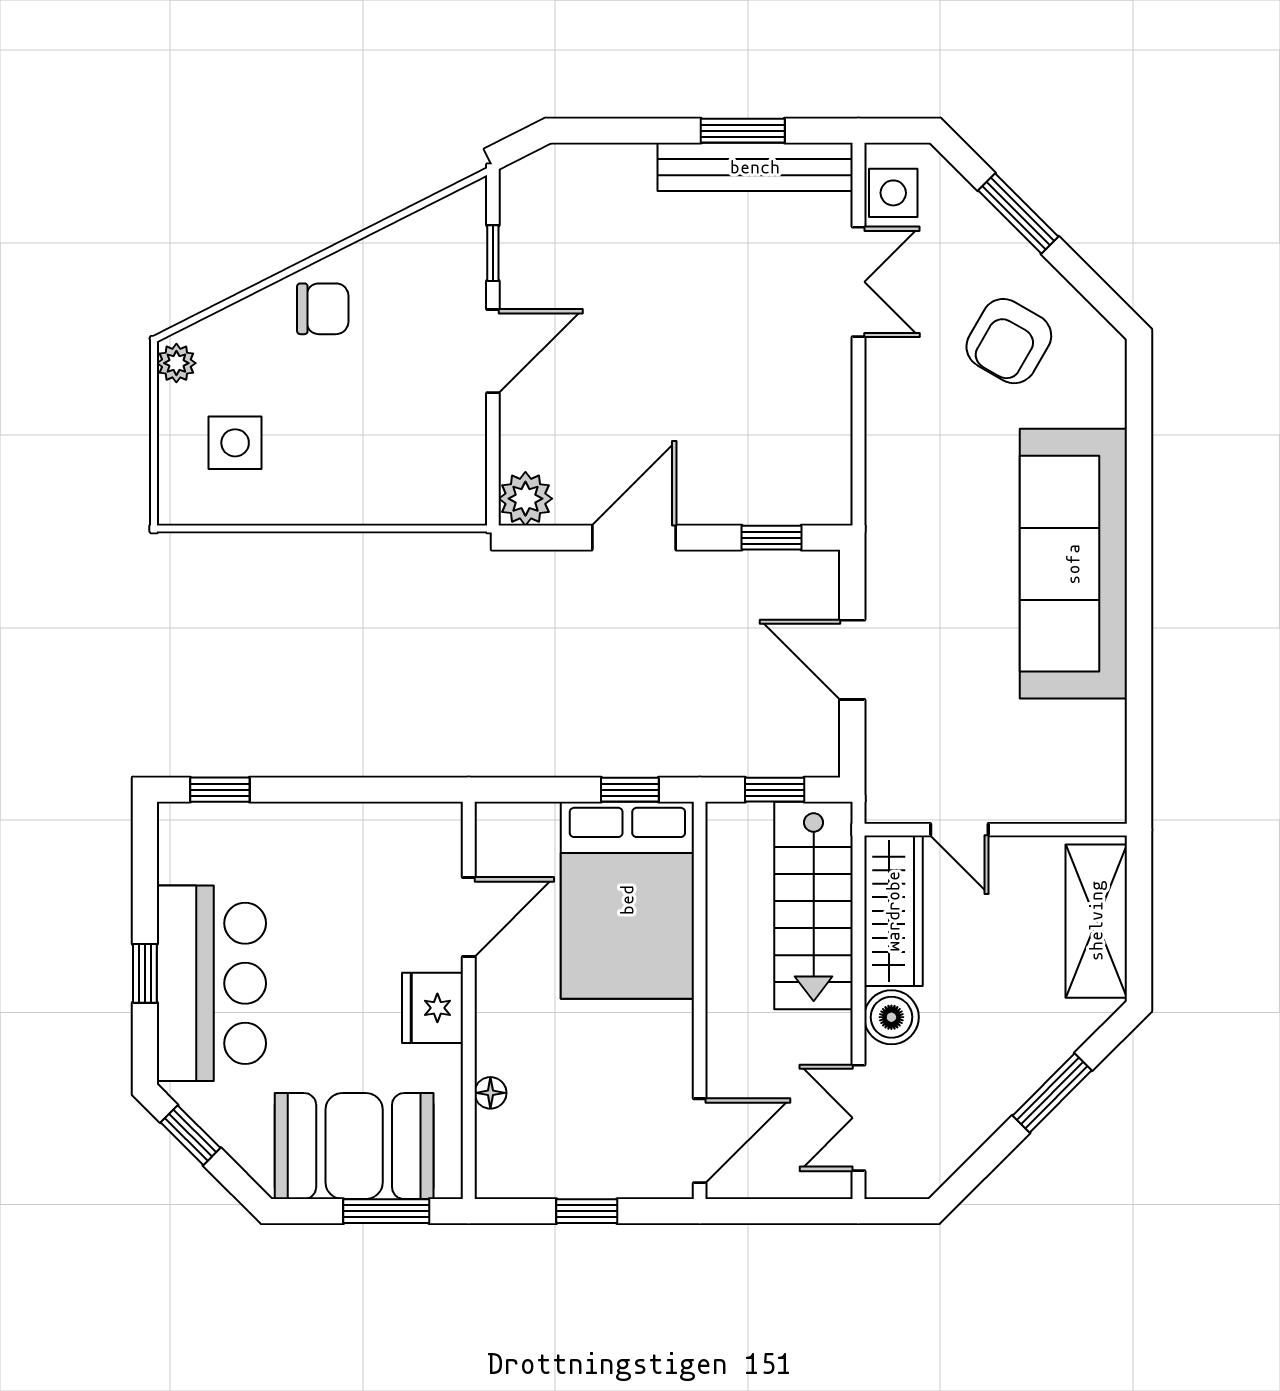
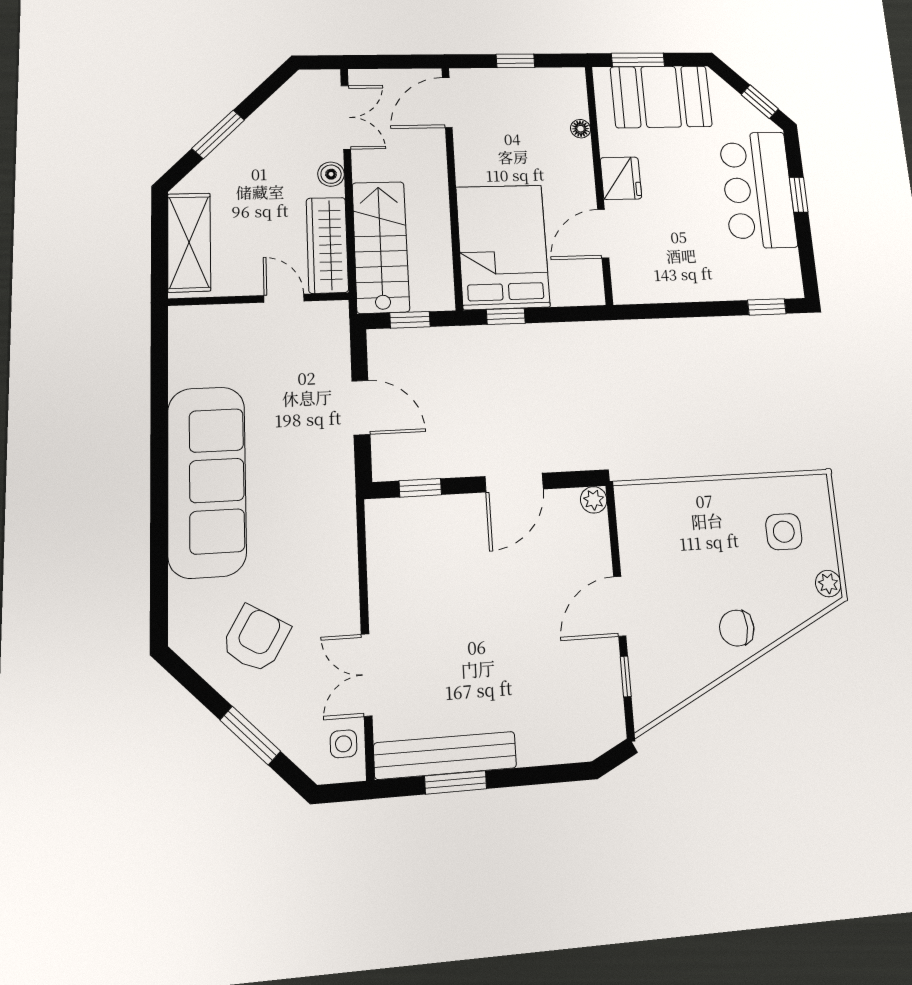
side table: (893, 193) -> (343, 744), width x0.73, depth x0.73
plant: (525, 499) -> (594, 500), width x0.73, depth x0.73
boiler: (891, 1017) -> (331, 174), width x0.73, depth x0.73

